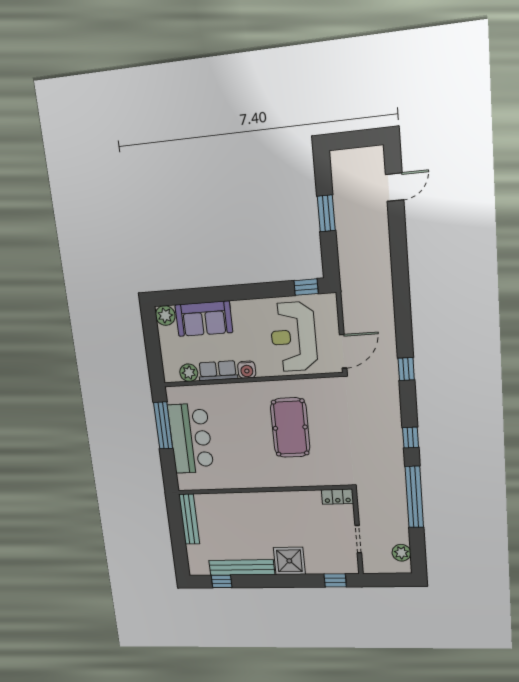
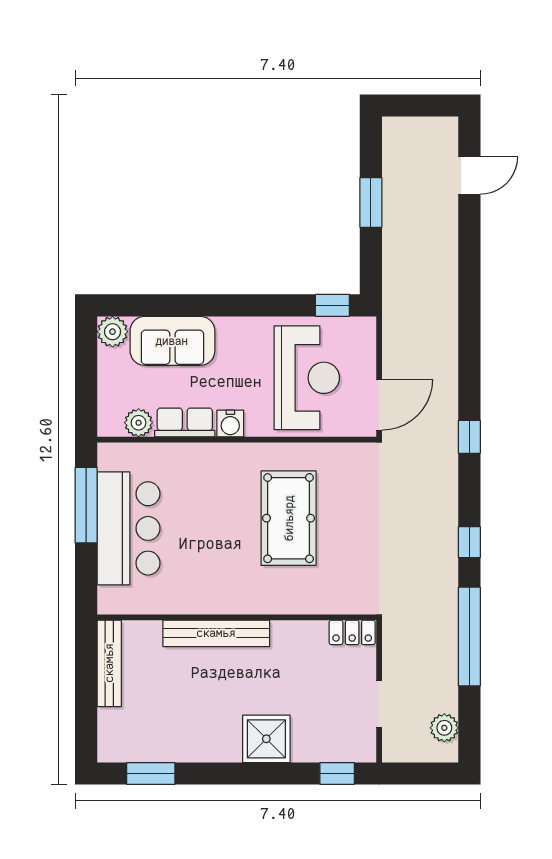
reception desk: (293, 337) -> (307, 378), turned 180
bench: (242, 568) -> (216, 633), moved
window: (222, 581) -> (151, 773), width x1.50

